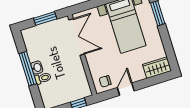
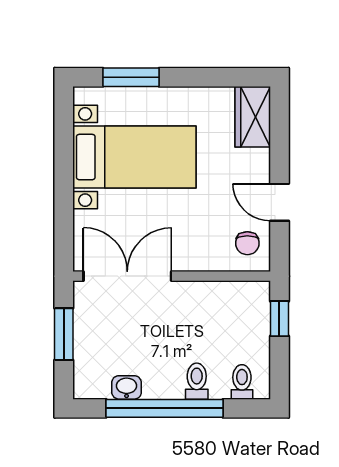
washbasin: (37, 68) -> (127, 387), moved
window: (28, 69) -> (165, 408), width x1.46
toilet: (48, 97) -> (242, 382), added

